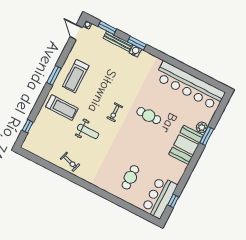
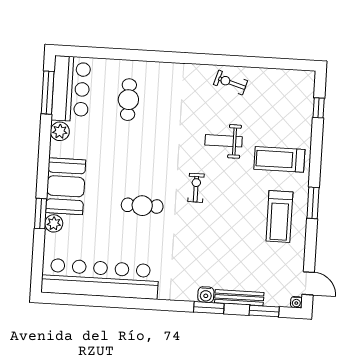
treadmill: (76, 76) -> (279, 217), turned 180
plant: (176, 177) -> (60, 131), added
window: (173, 201) -> (48, 93), width x2.17

